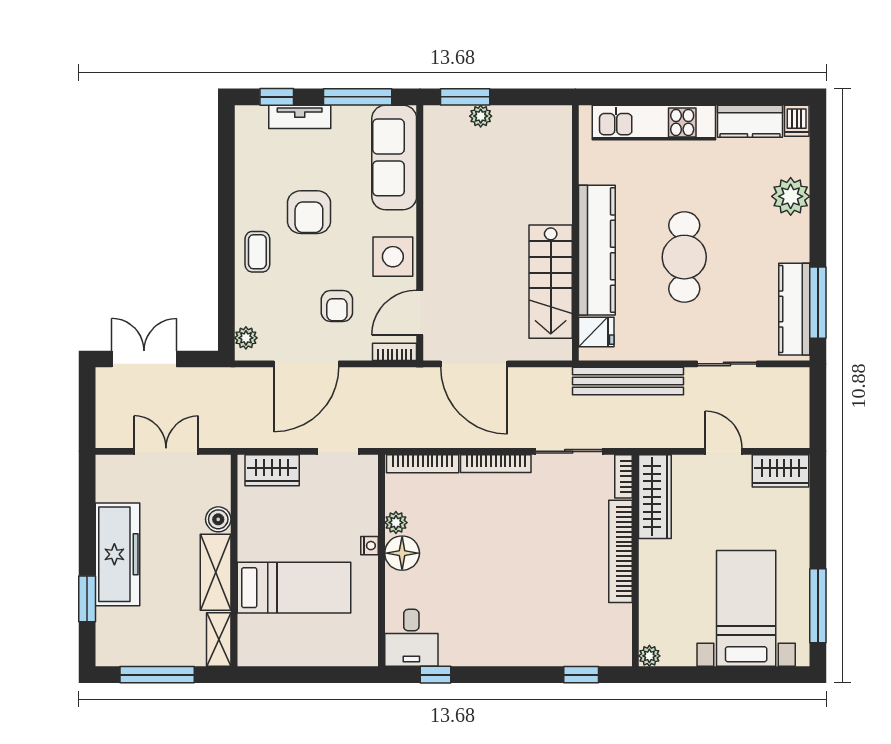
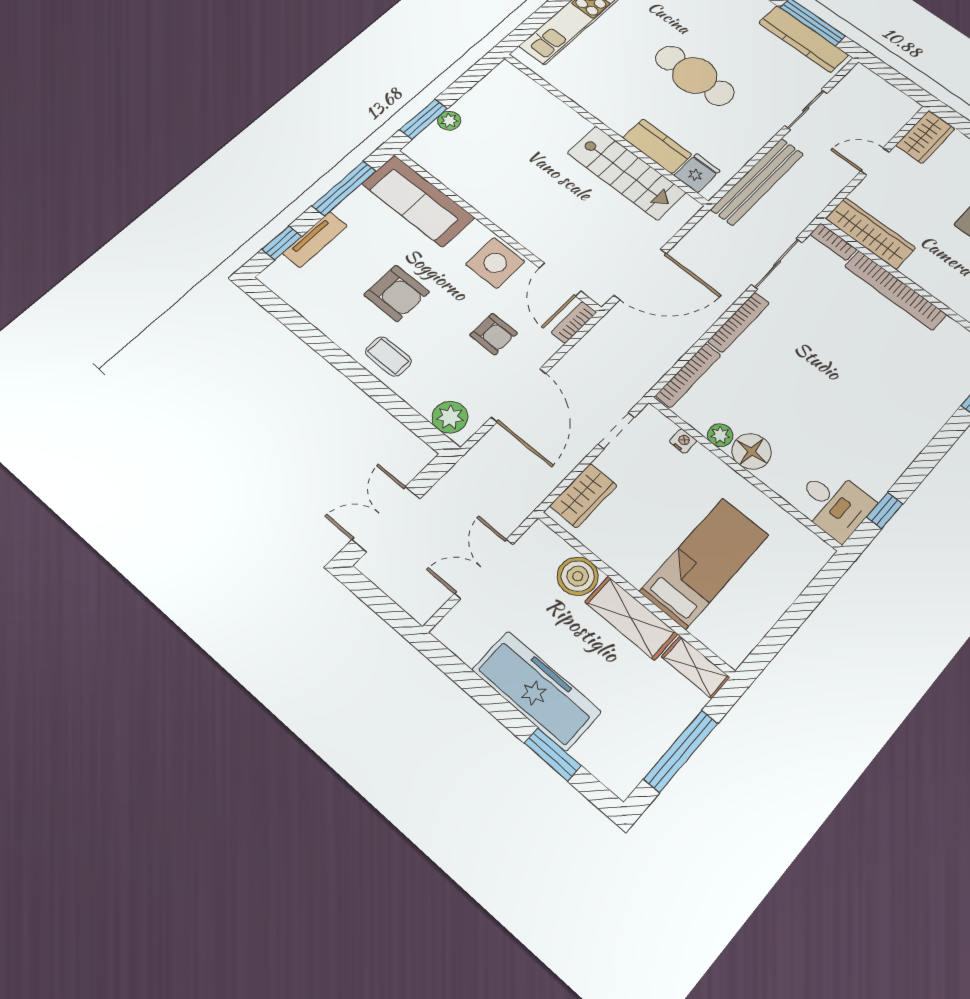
kitchen counter: (597, 250) -> (657, 146), width x0.48, depth x0.86
plant: (246, 338) -> (450, 417), width x1.38, depth x1.38
boiler: (218, 519) -> (578, 576), width x1.36, depth x1.36
nightstand: (370, 546) -> (683, 441), moved

